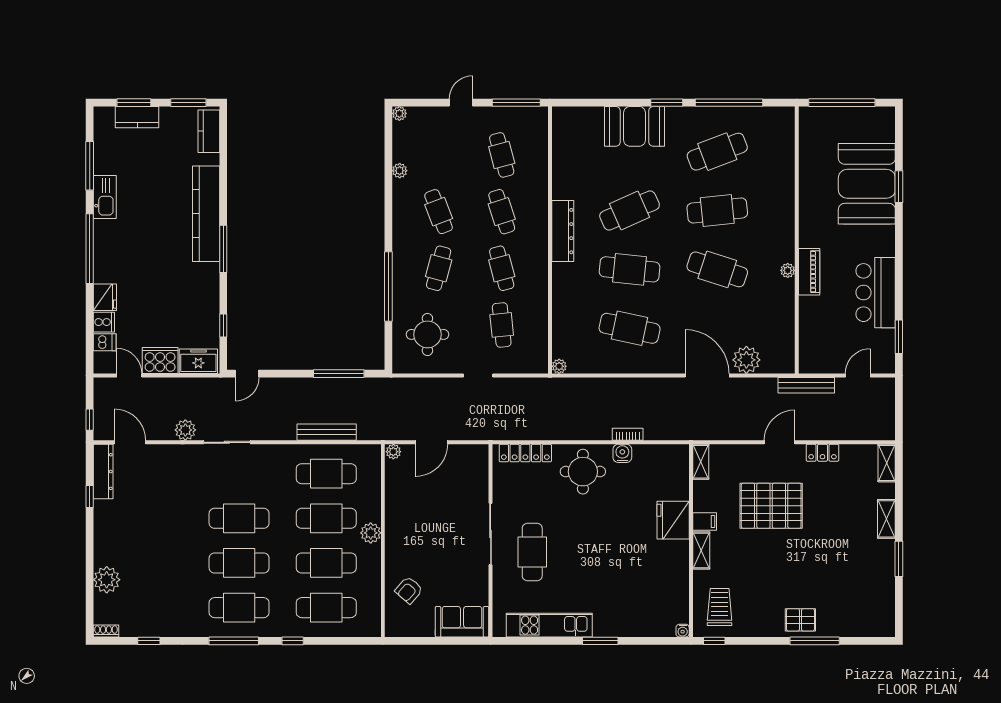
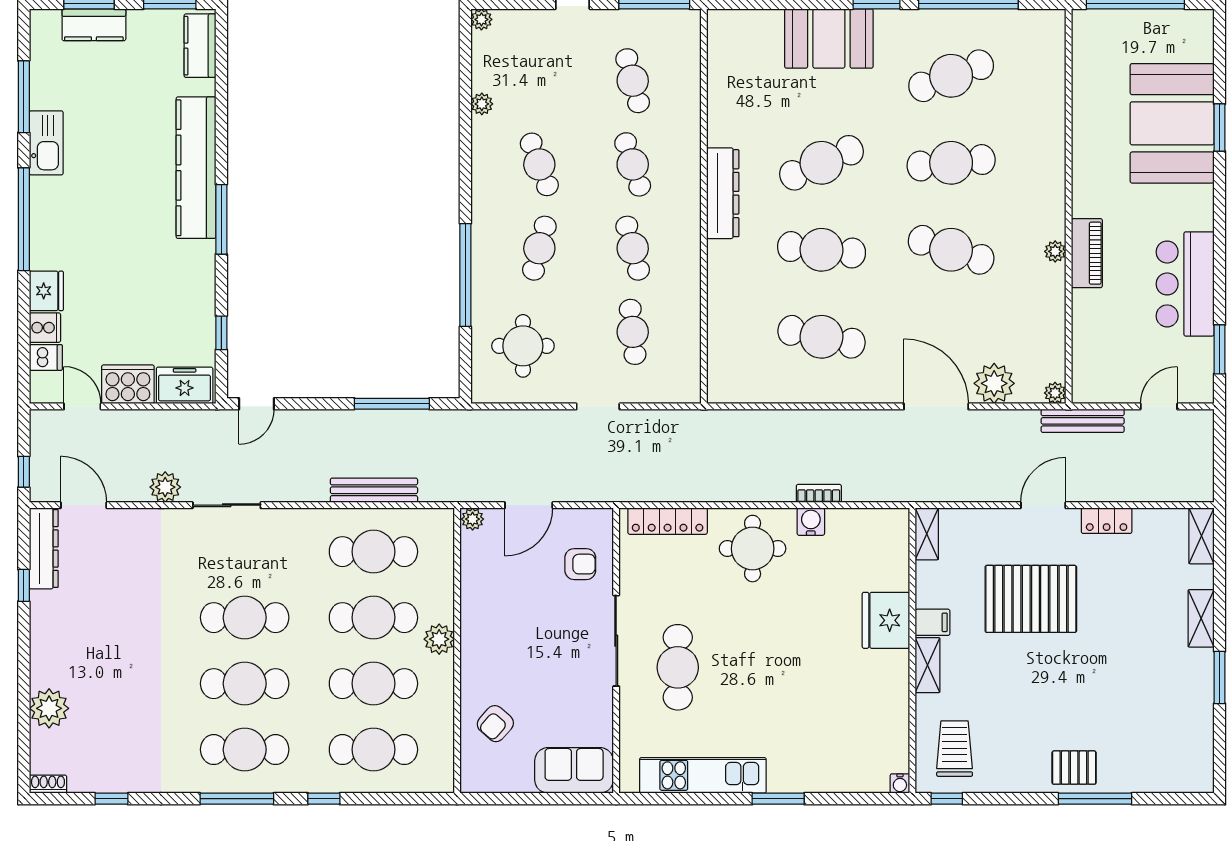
plant: (559, 366) -> (1055, 393), moved
armchair: (466, 482) -> (580, 564), added

